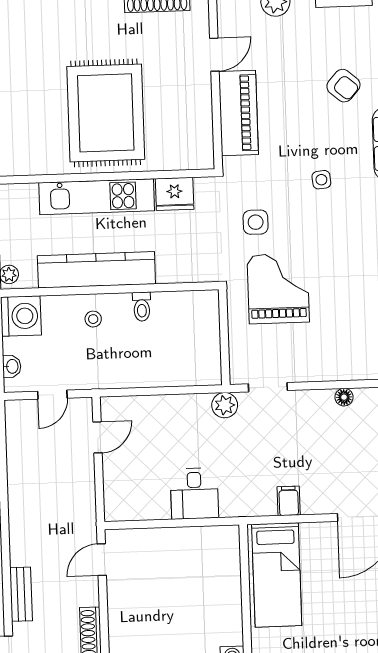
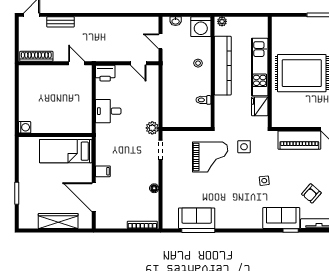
toilet: (142, 307) -> (203, 100), moved
filing cabinet: (289, 501) -> (103, 171), moved
printer: (119, 502) -> (105, 73), added

